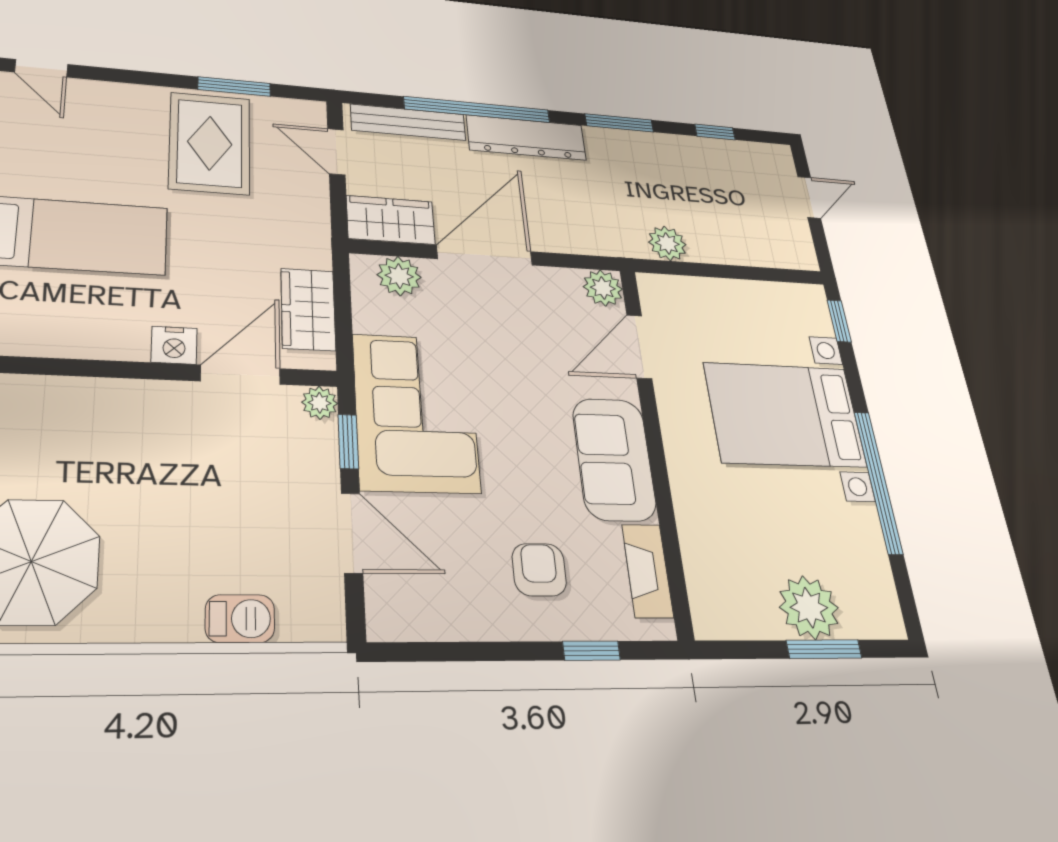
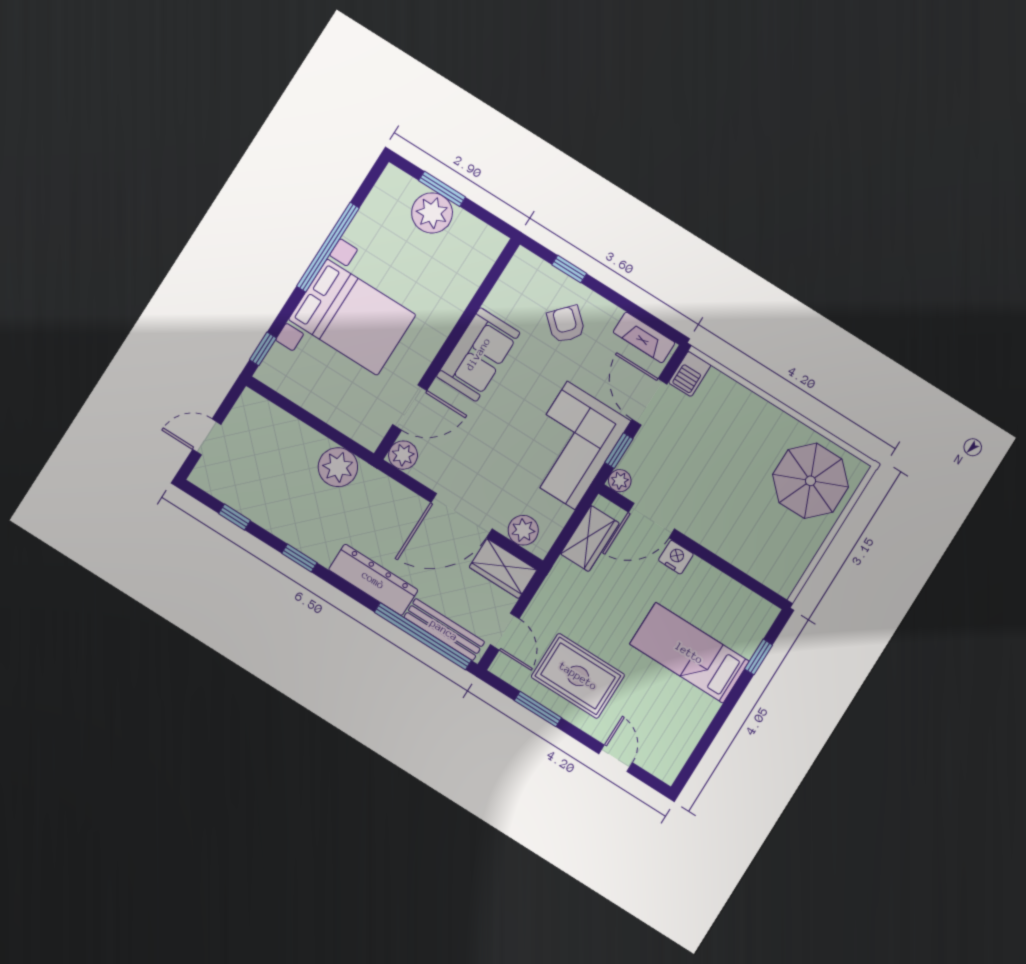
door: (41, 68) -> (616, 758), moved
window: (477, 110) -> (423, 636), moved
window: (619, 123) -> (299, 558), width x0.67
rug: (210, 143) -> (578, 676), turned 90
plant: (667, 243) -> (338, 467), width x1.36, depth x1.36
armchair: (539, 570) -> (566, 324), turned 132
fireplace: (648, 571) -> (644, 337), moved, turned 90
barbecue: (240, 619) -> (690, 374), moved, turned -90

